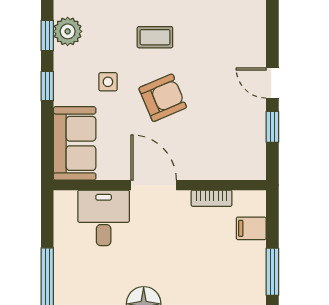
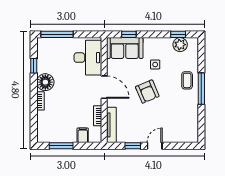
coffee table: (155, 37) -> (187, 80), moved
window: (47, 86) -> (129, 34), moved
tv unit: (230, 170) -> (111, 125), added
door: (154, 185) -> (104, 87), hinge flipped
desk: (104, 218) -> (88, 58), width x1.37

